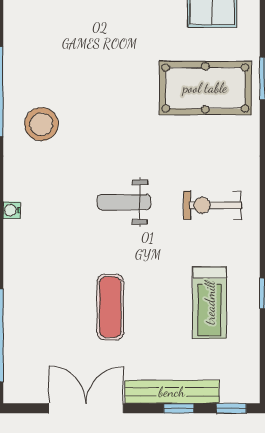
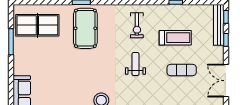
weight bench: (124, 202) -> (136, 64), turned 180
treadmill: (210, 303) -> (175, 38), moved
bench: (172, 392) -> (219, 25), moved

